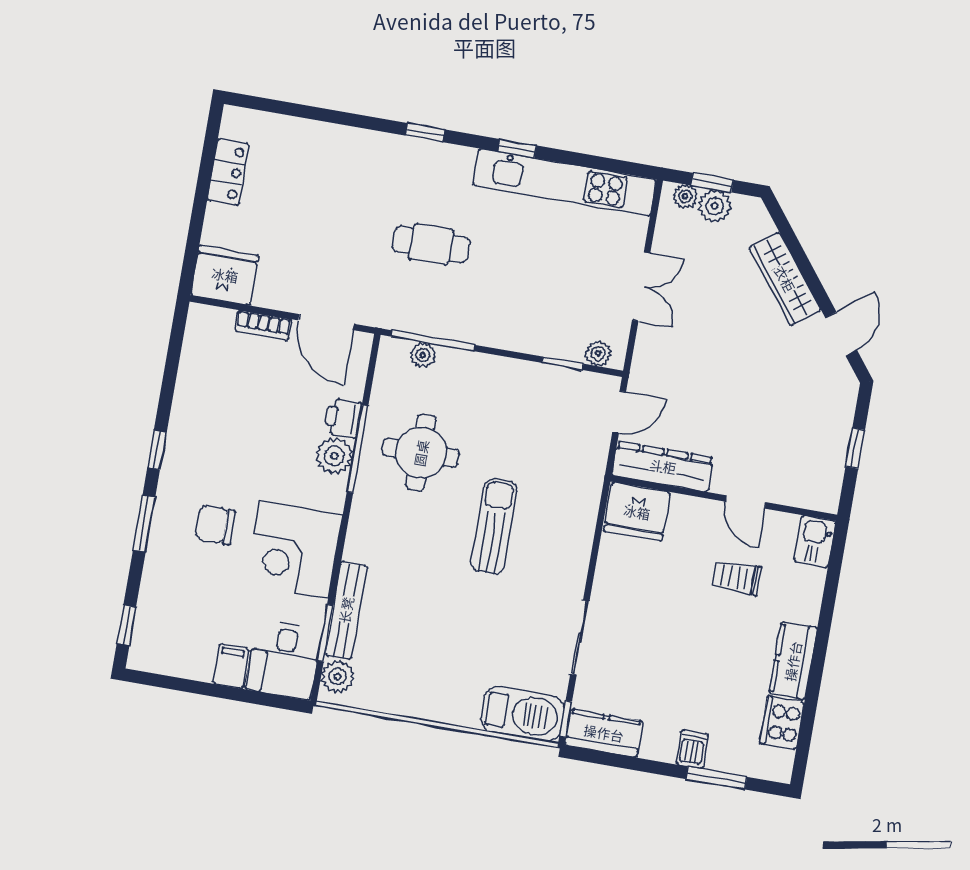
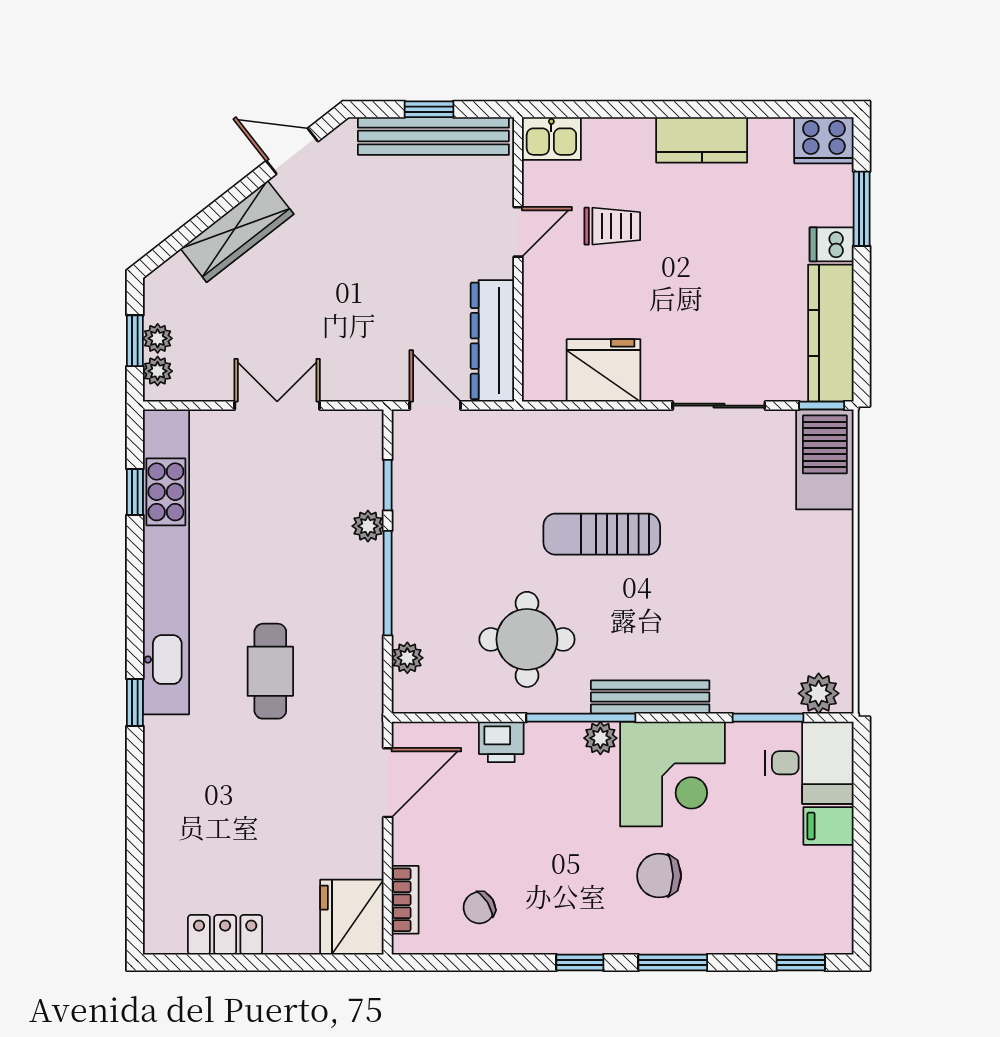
window: (517, 149) -> (135, 492), moved
kitchen unit: (565, 182) -> (166, 562), width x1.36
plant: (715, 206) -> (158, 338), width x0.73, depth x0.73
bookcase: (263, 325) -> (405, 900), moved
window: (433, 341) -> (388, 583), moved
plant: (598, 353) -> (368, 526), moved
chair: (214, 377) -> (479, 908), added
bench: (833, 448) -> (433, 136), added
window: (357, 449) -> (581, 718), moved
plant: (334, 456) -> (600, 738), moved, width x0.73, depth x0.73
fridge: (637, 512) -> (604, 370), moved, turned -90
chair: (215, 525) -> (659, 876), turned 90
trolley: (737, 578) -> (612, 226), turned -90
bench: (346, 610) -> (650, 697), moved
cooker: (782, 723) -> (824, 140), moved
kitchen counter: (604, 733) -> (831, 333), width x1.50

